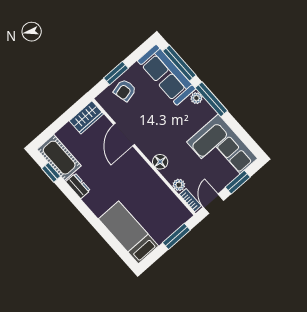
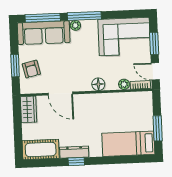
window: (51, 172) -> (76, 162), moved
dresser: (78, 186) -> (74, 152), width x1.44
window: (176, 236) -> (158, 128), moved

